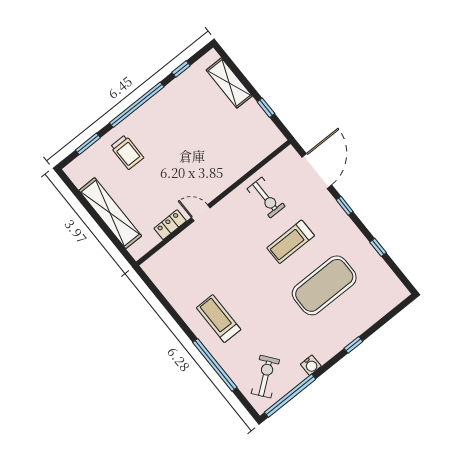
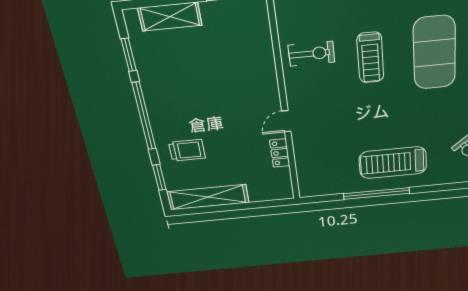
window: (181, 69) -> (129, 55), width x1.50
shelving: (110, 213) -> (208, 197), moved
treadmill: (219, 319) -> (393, 163), width x1.37, depth x1.38
window: (215, 365) -> (377, 194), moved

